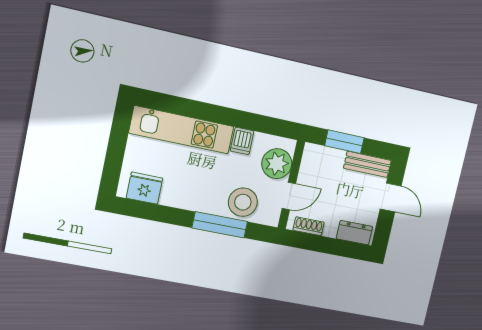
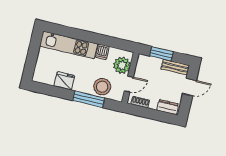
fridge: (145, 188) -> (64, 81), moved
door: (391, 197) -> (189, 87), hinge flipped

